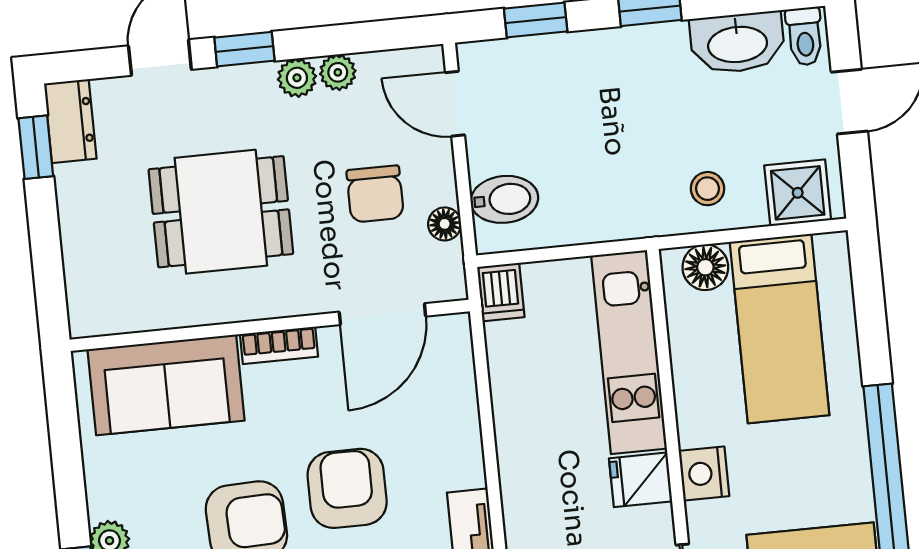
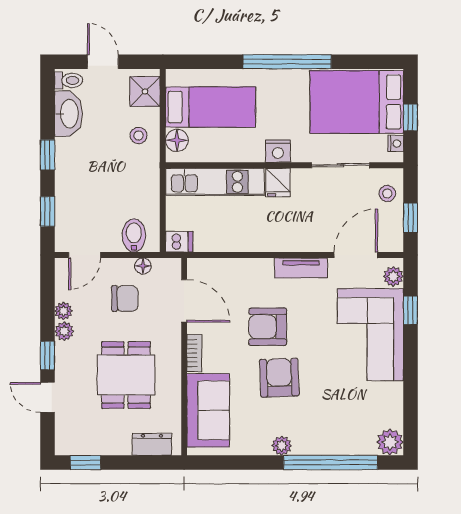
dresser: (70, 121) -> (152, 444), moved

